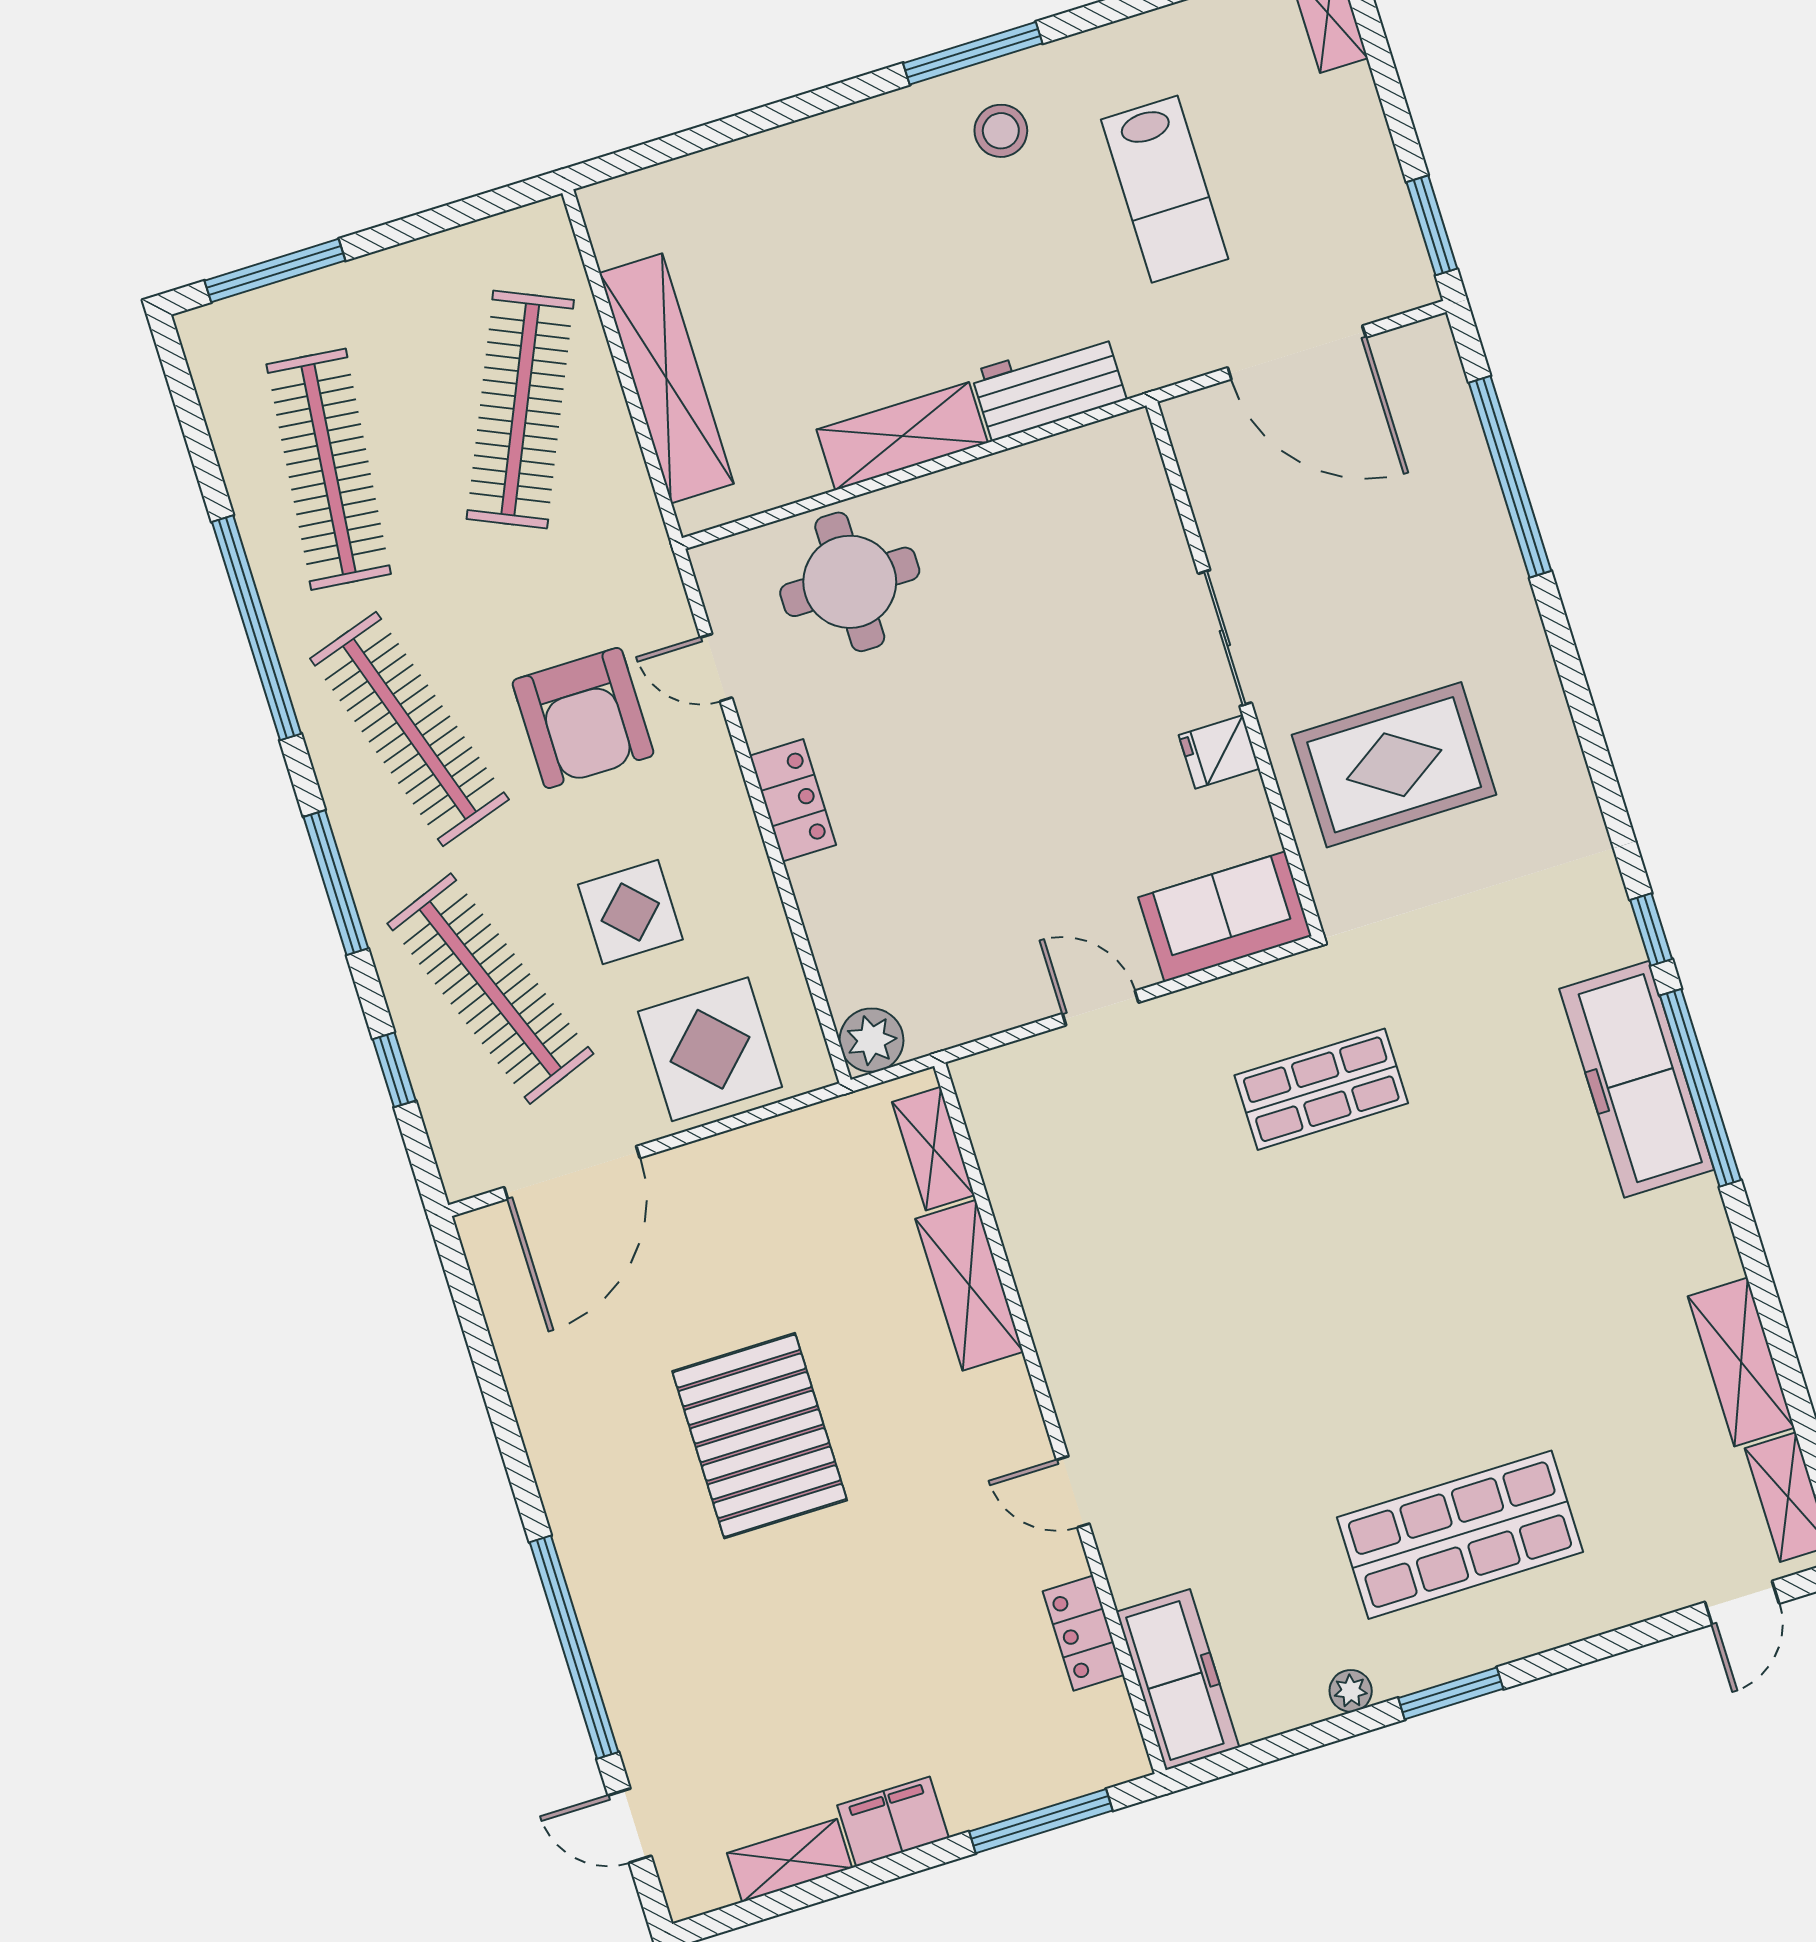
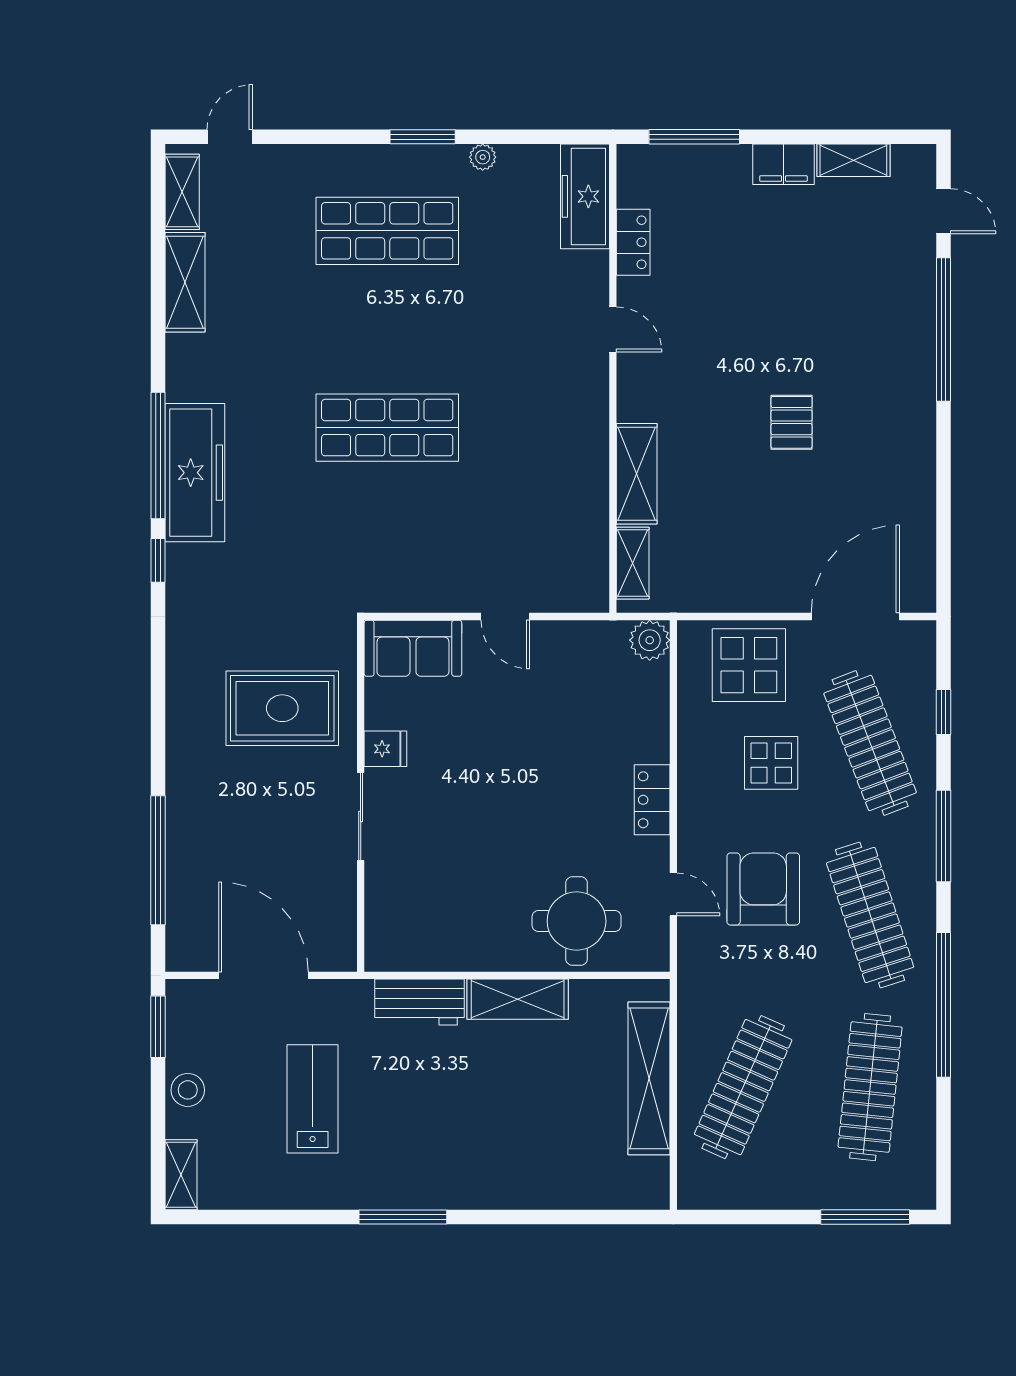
stool: (1001, 131) -> (188, 1090), moved
shop shelf: (1321, 1089) -> (387, 428), moved, width x1.43, depth x1.36
pallet: (760, 1436) -> (792, 422), width x0.49, depth x0.50

